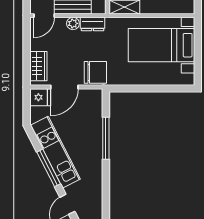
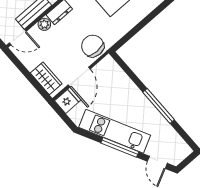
door: (44, 16) -> (18, 37), hinge flipped
chair: (95, 72) -> (93, 46), turned -90
window: (106, 138) -> (159, 106), moved

